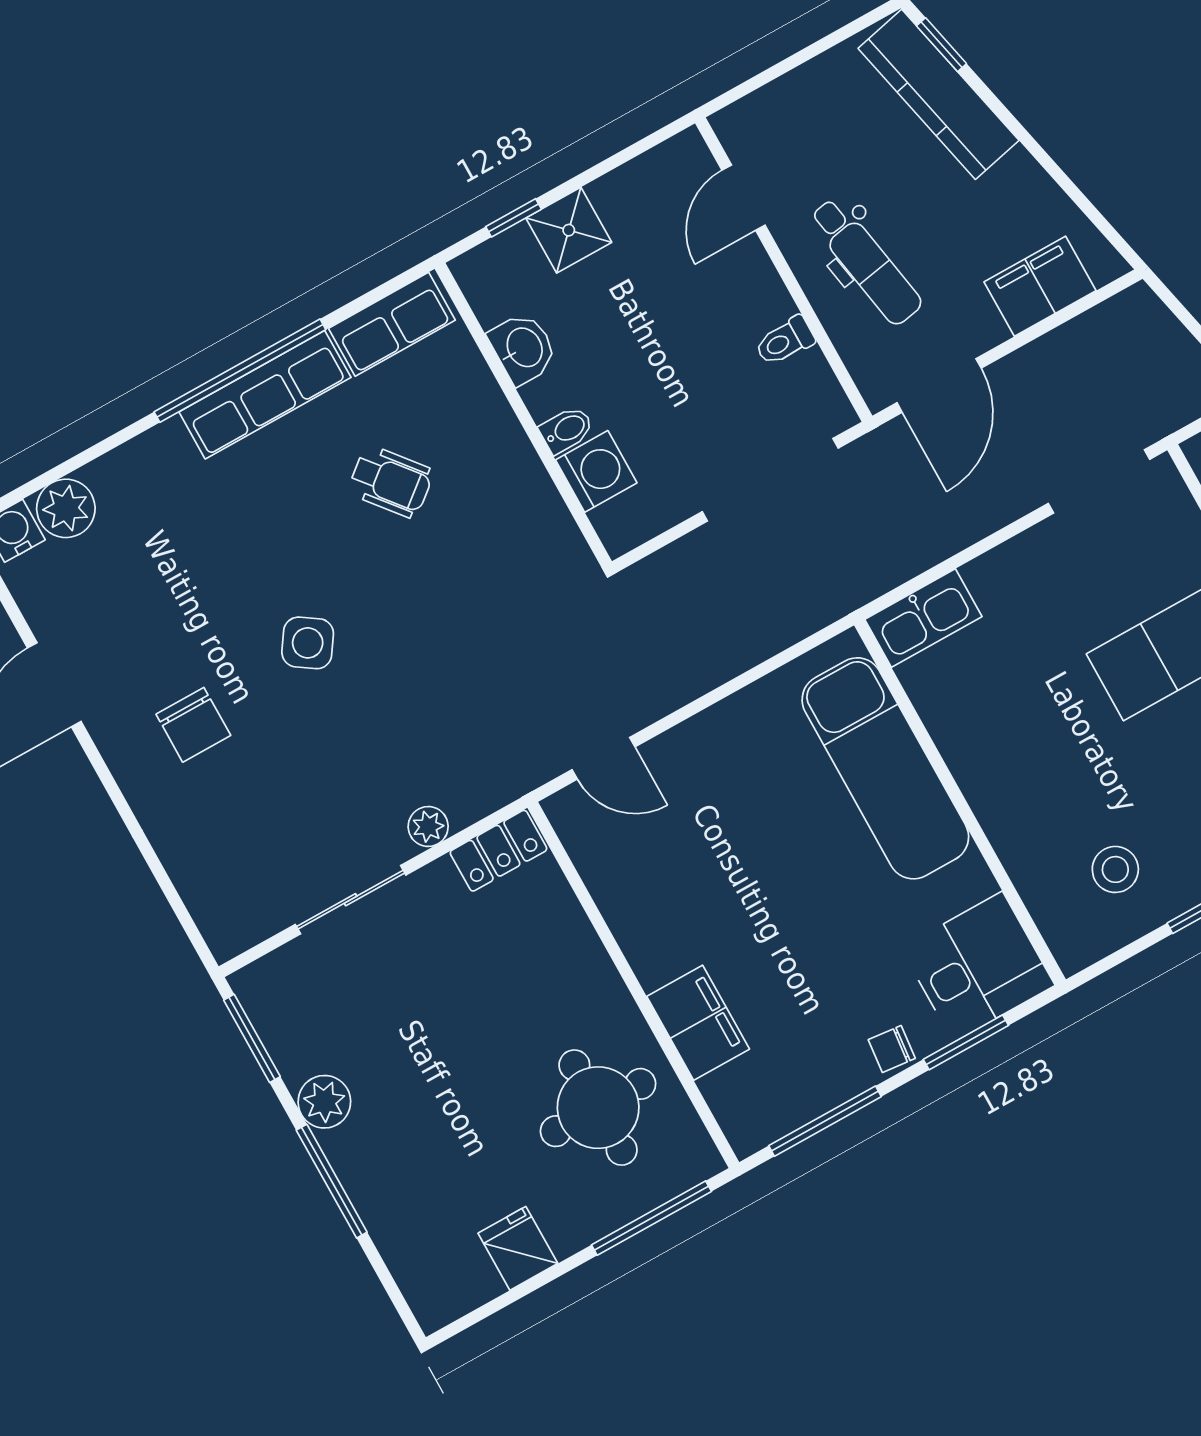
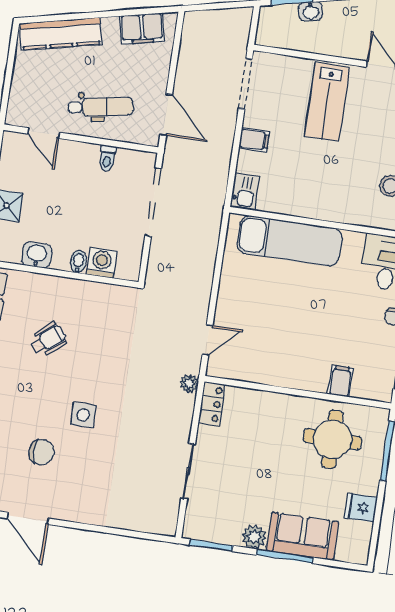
window: (942, 45) -> (43, 19), removed
filing cabinet: (1040, 286) -> (142, 29), moved, turned -103
filing cabinet: (1013, 572) -> (254, 140), added
kitchen sink: (923, 618) -> (245, 192), width x0.73
side table: (308, 643) -> (83, 415), turned -34
chair: (193, 725) -> (42, 452), moved
plant: (428, 827) -> (189, 383), moved
filing cabinet: (698, 1023) -> (340, 381), width x0.50
sofa: (390, 1185) -> (302, 536), added

